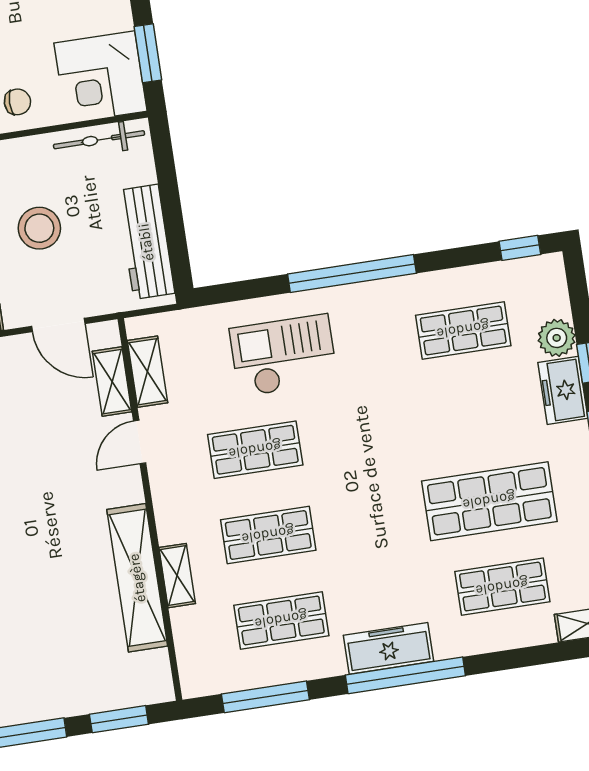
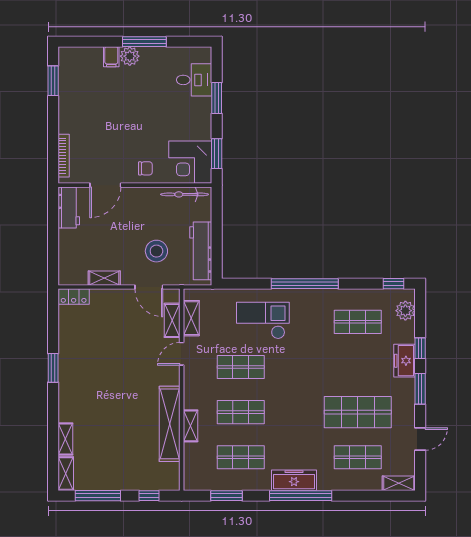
stool: (39, 228) -> (156, 251), moved
plant: (557, 338) -> (405, 311), moved
window: (265, 697) -> (226, 496), width x0.69
window: (119, 719) -> (149, 496), width x0.67

